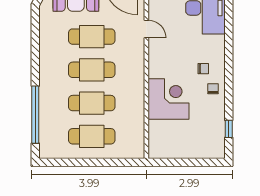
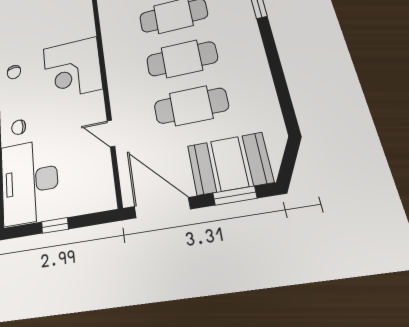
chair: (203, 69) -> (19, 127), moved
corner desk: (168, 99) -> (72, 68), moved

